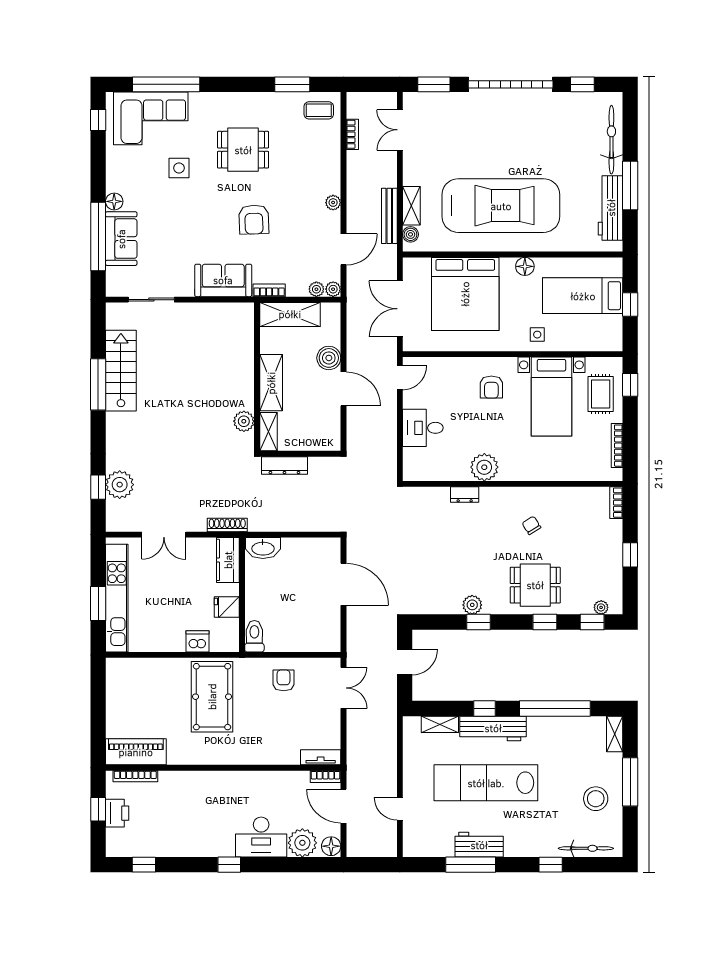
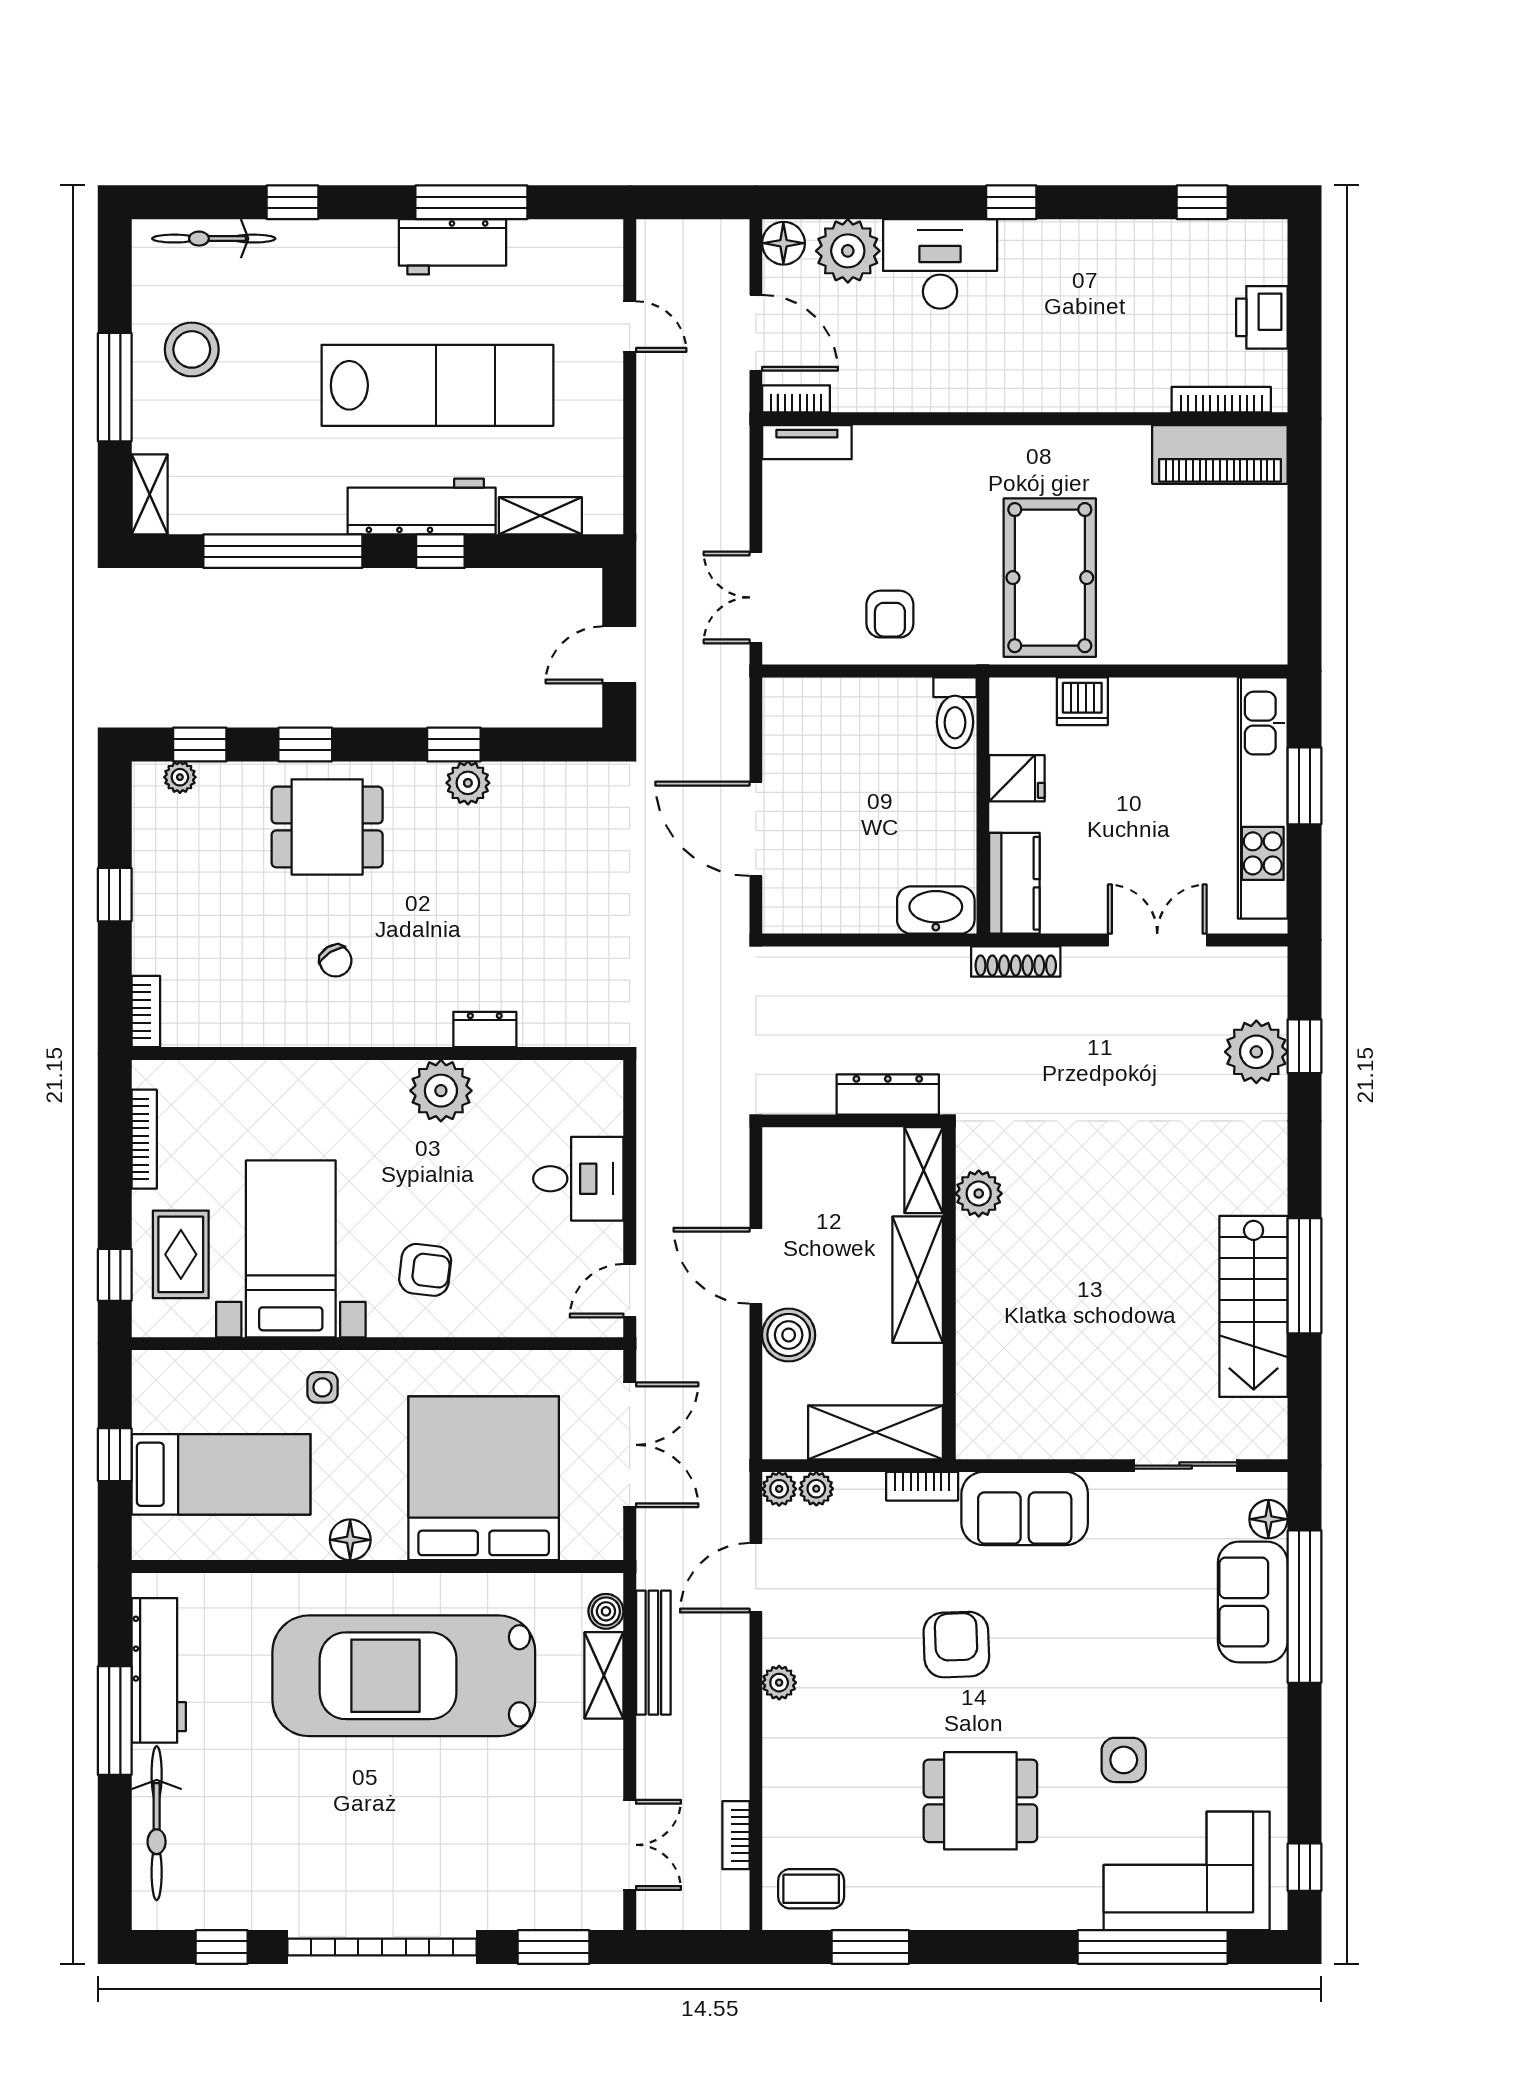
floor lamp: (114, 201) -> (1268, 1519), moved
armchair: (491, 387) -> (425, 1270), turned 97
window: (98, 809) -> (1304, 326), removed

